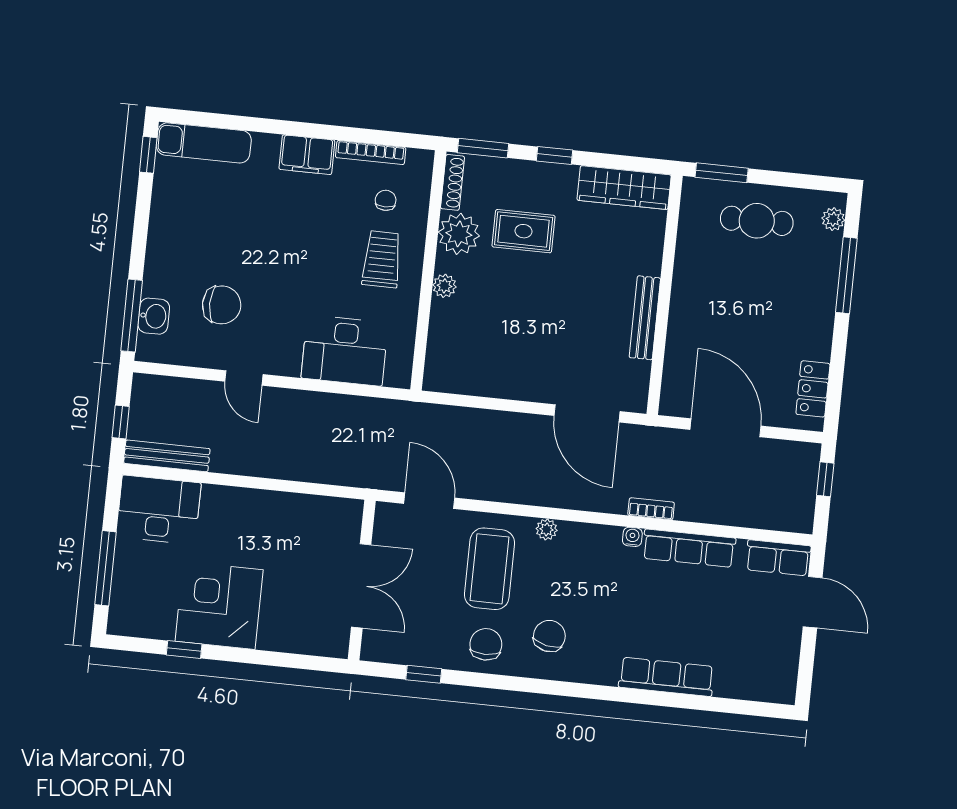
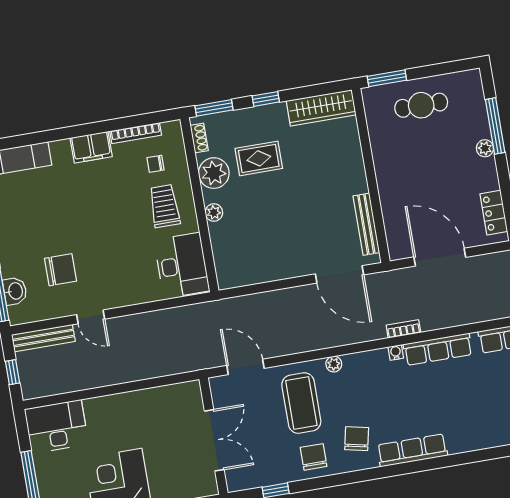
shoe rack: (453, 182) -> (199, 138), width x0.70
chair: (386, 200) -> (156, 164), turned -90
plant: (833, 219) -> (485, 148), moved
bench: (645, 318) -> (366, 224), moved
desk: (345, 350) -> (182, 265), moved, turned -90
bench: (167, 456) -> (43, 338), moved
row of seats: (666, 677) -> (412, 450), moved

